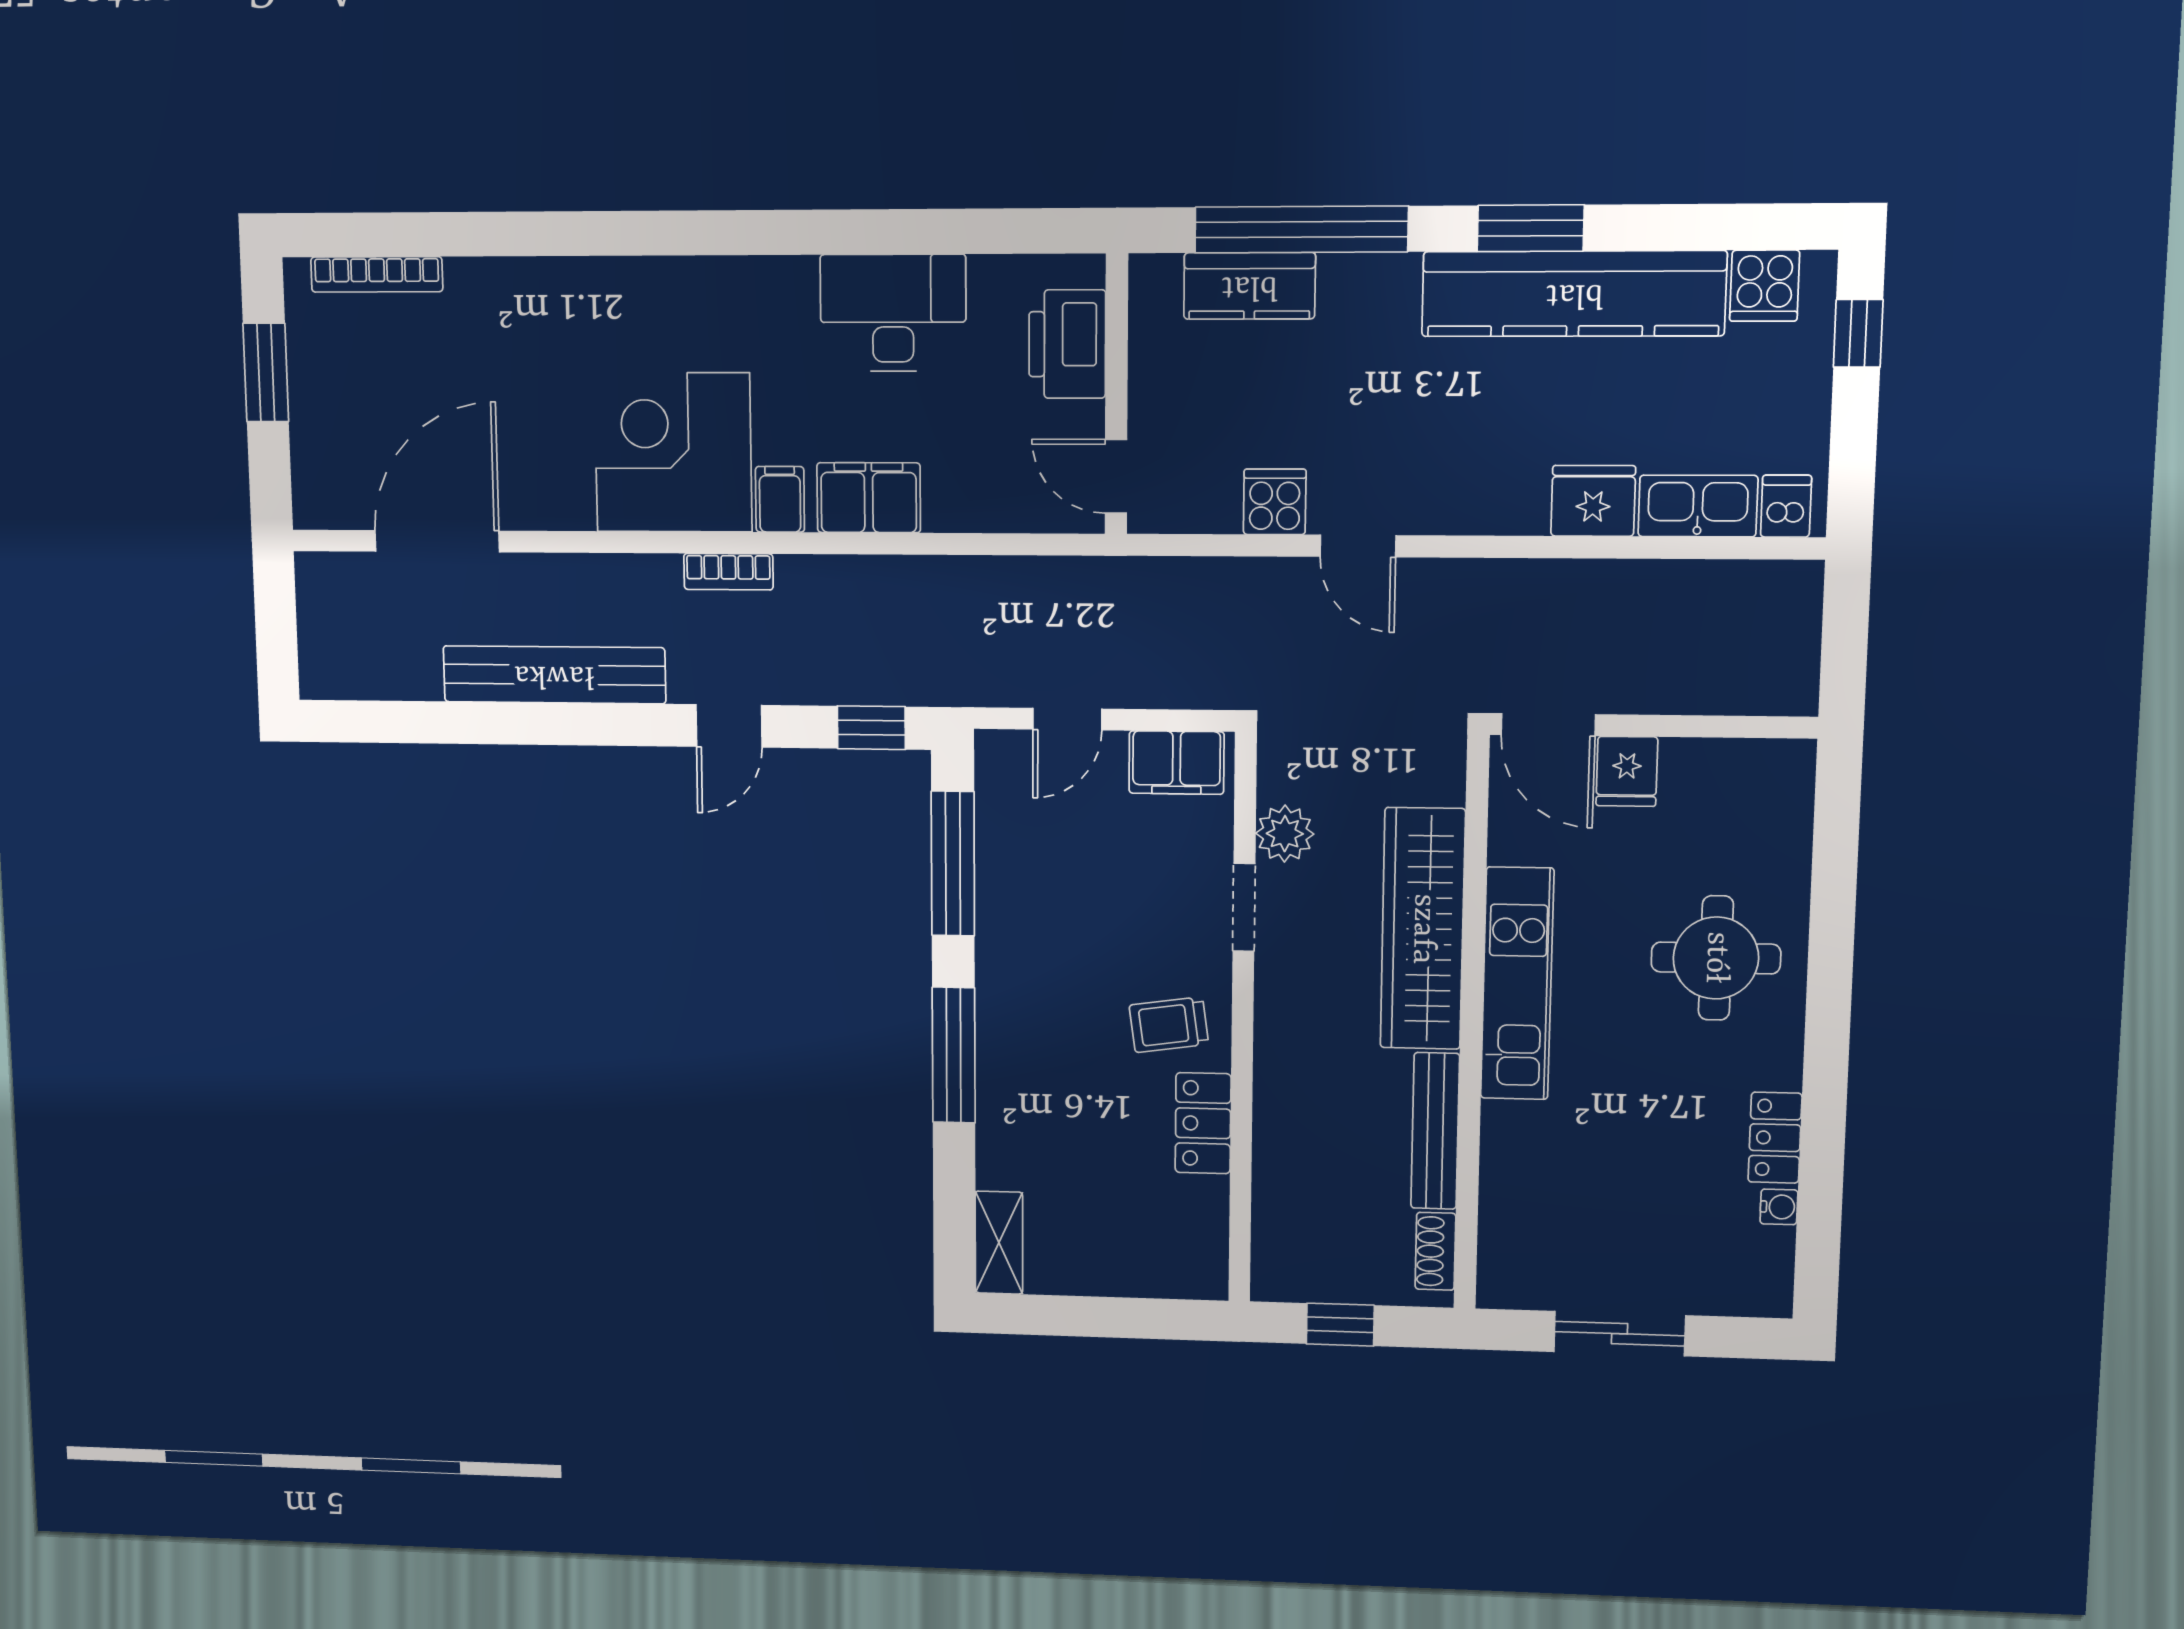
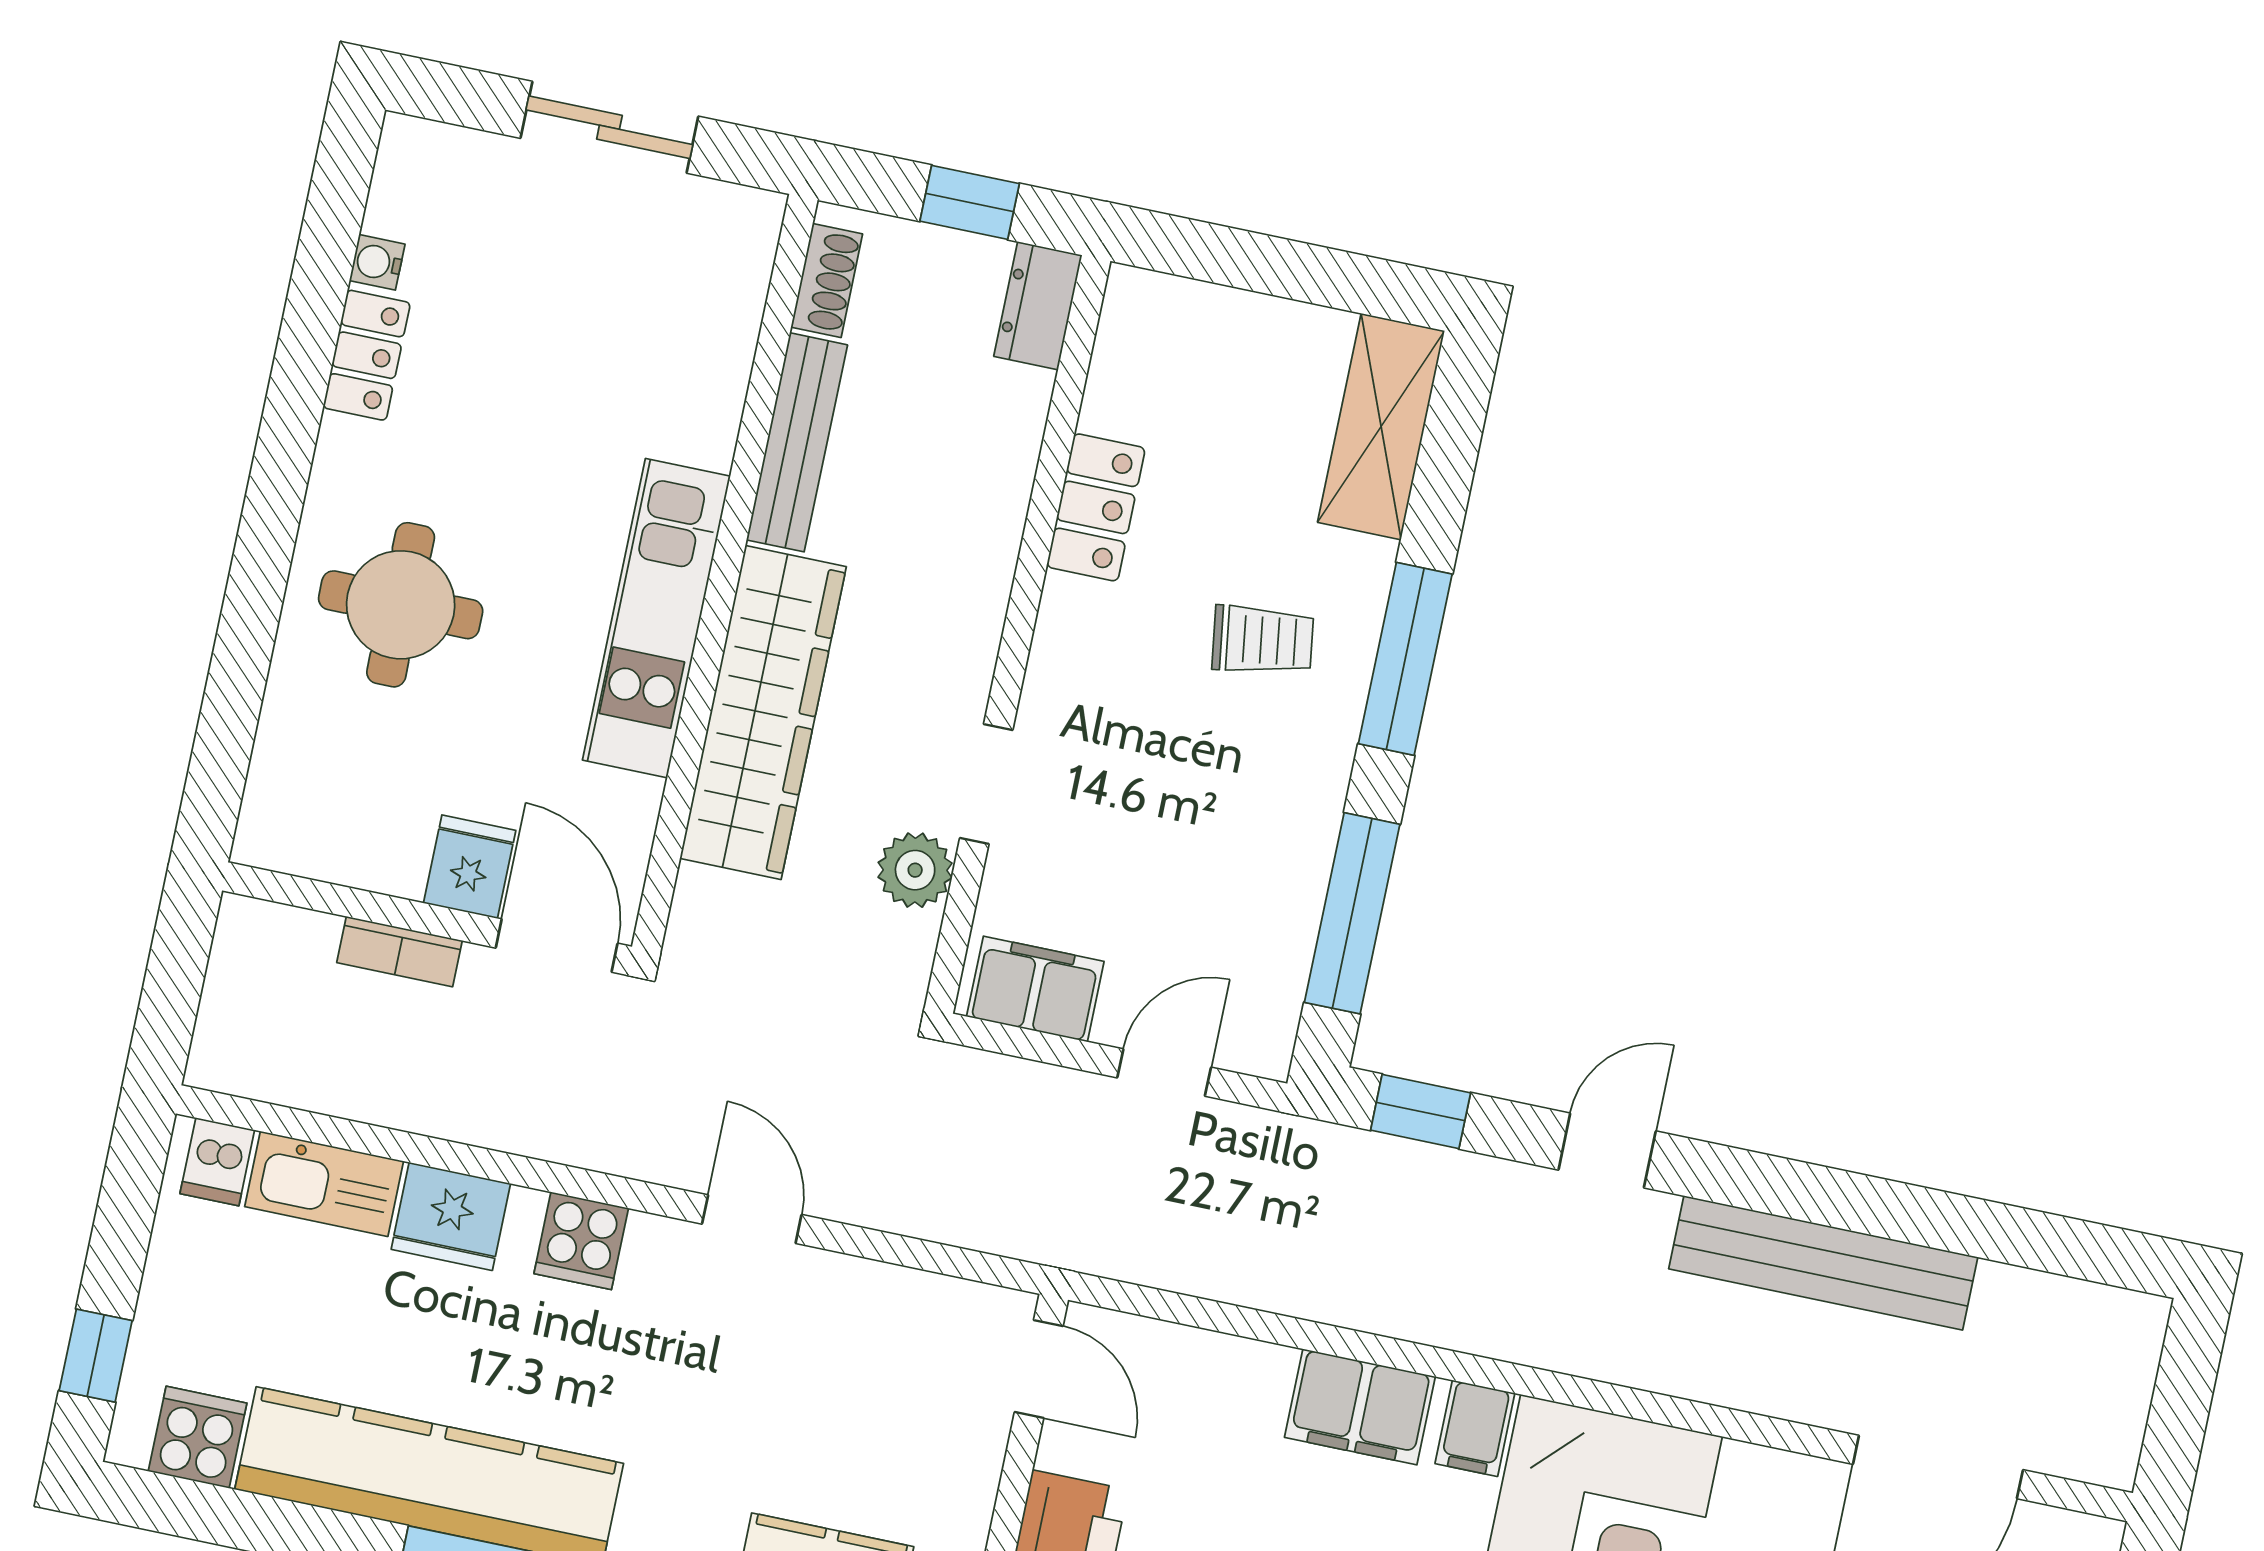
cooker: (1275, 502) -> (581, 1241), moved
bookcase: (728, 572) -> (400, 952), moved, turned 180
trolley: (1169, 1025) -> (1263, 640), moved
shelving: (999, 1243) -> (1381, 427), width x1.50, depth x1.33
dresser: (1275, 1260) -> (1038, 306), added

